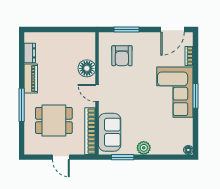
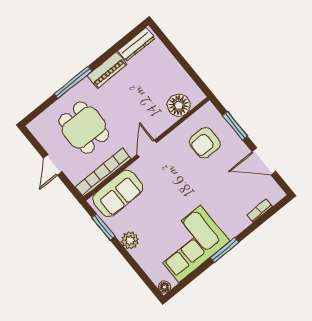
door: (173, 29) -> (264, 162), moved
dresser: (30, 53) -> (136, 44), width x1.44
floor lamp: (87, 68) -> (179, 105), moved
corner sofa: (175, 92) -> (190, 244), moved

